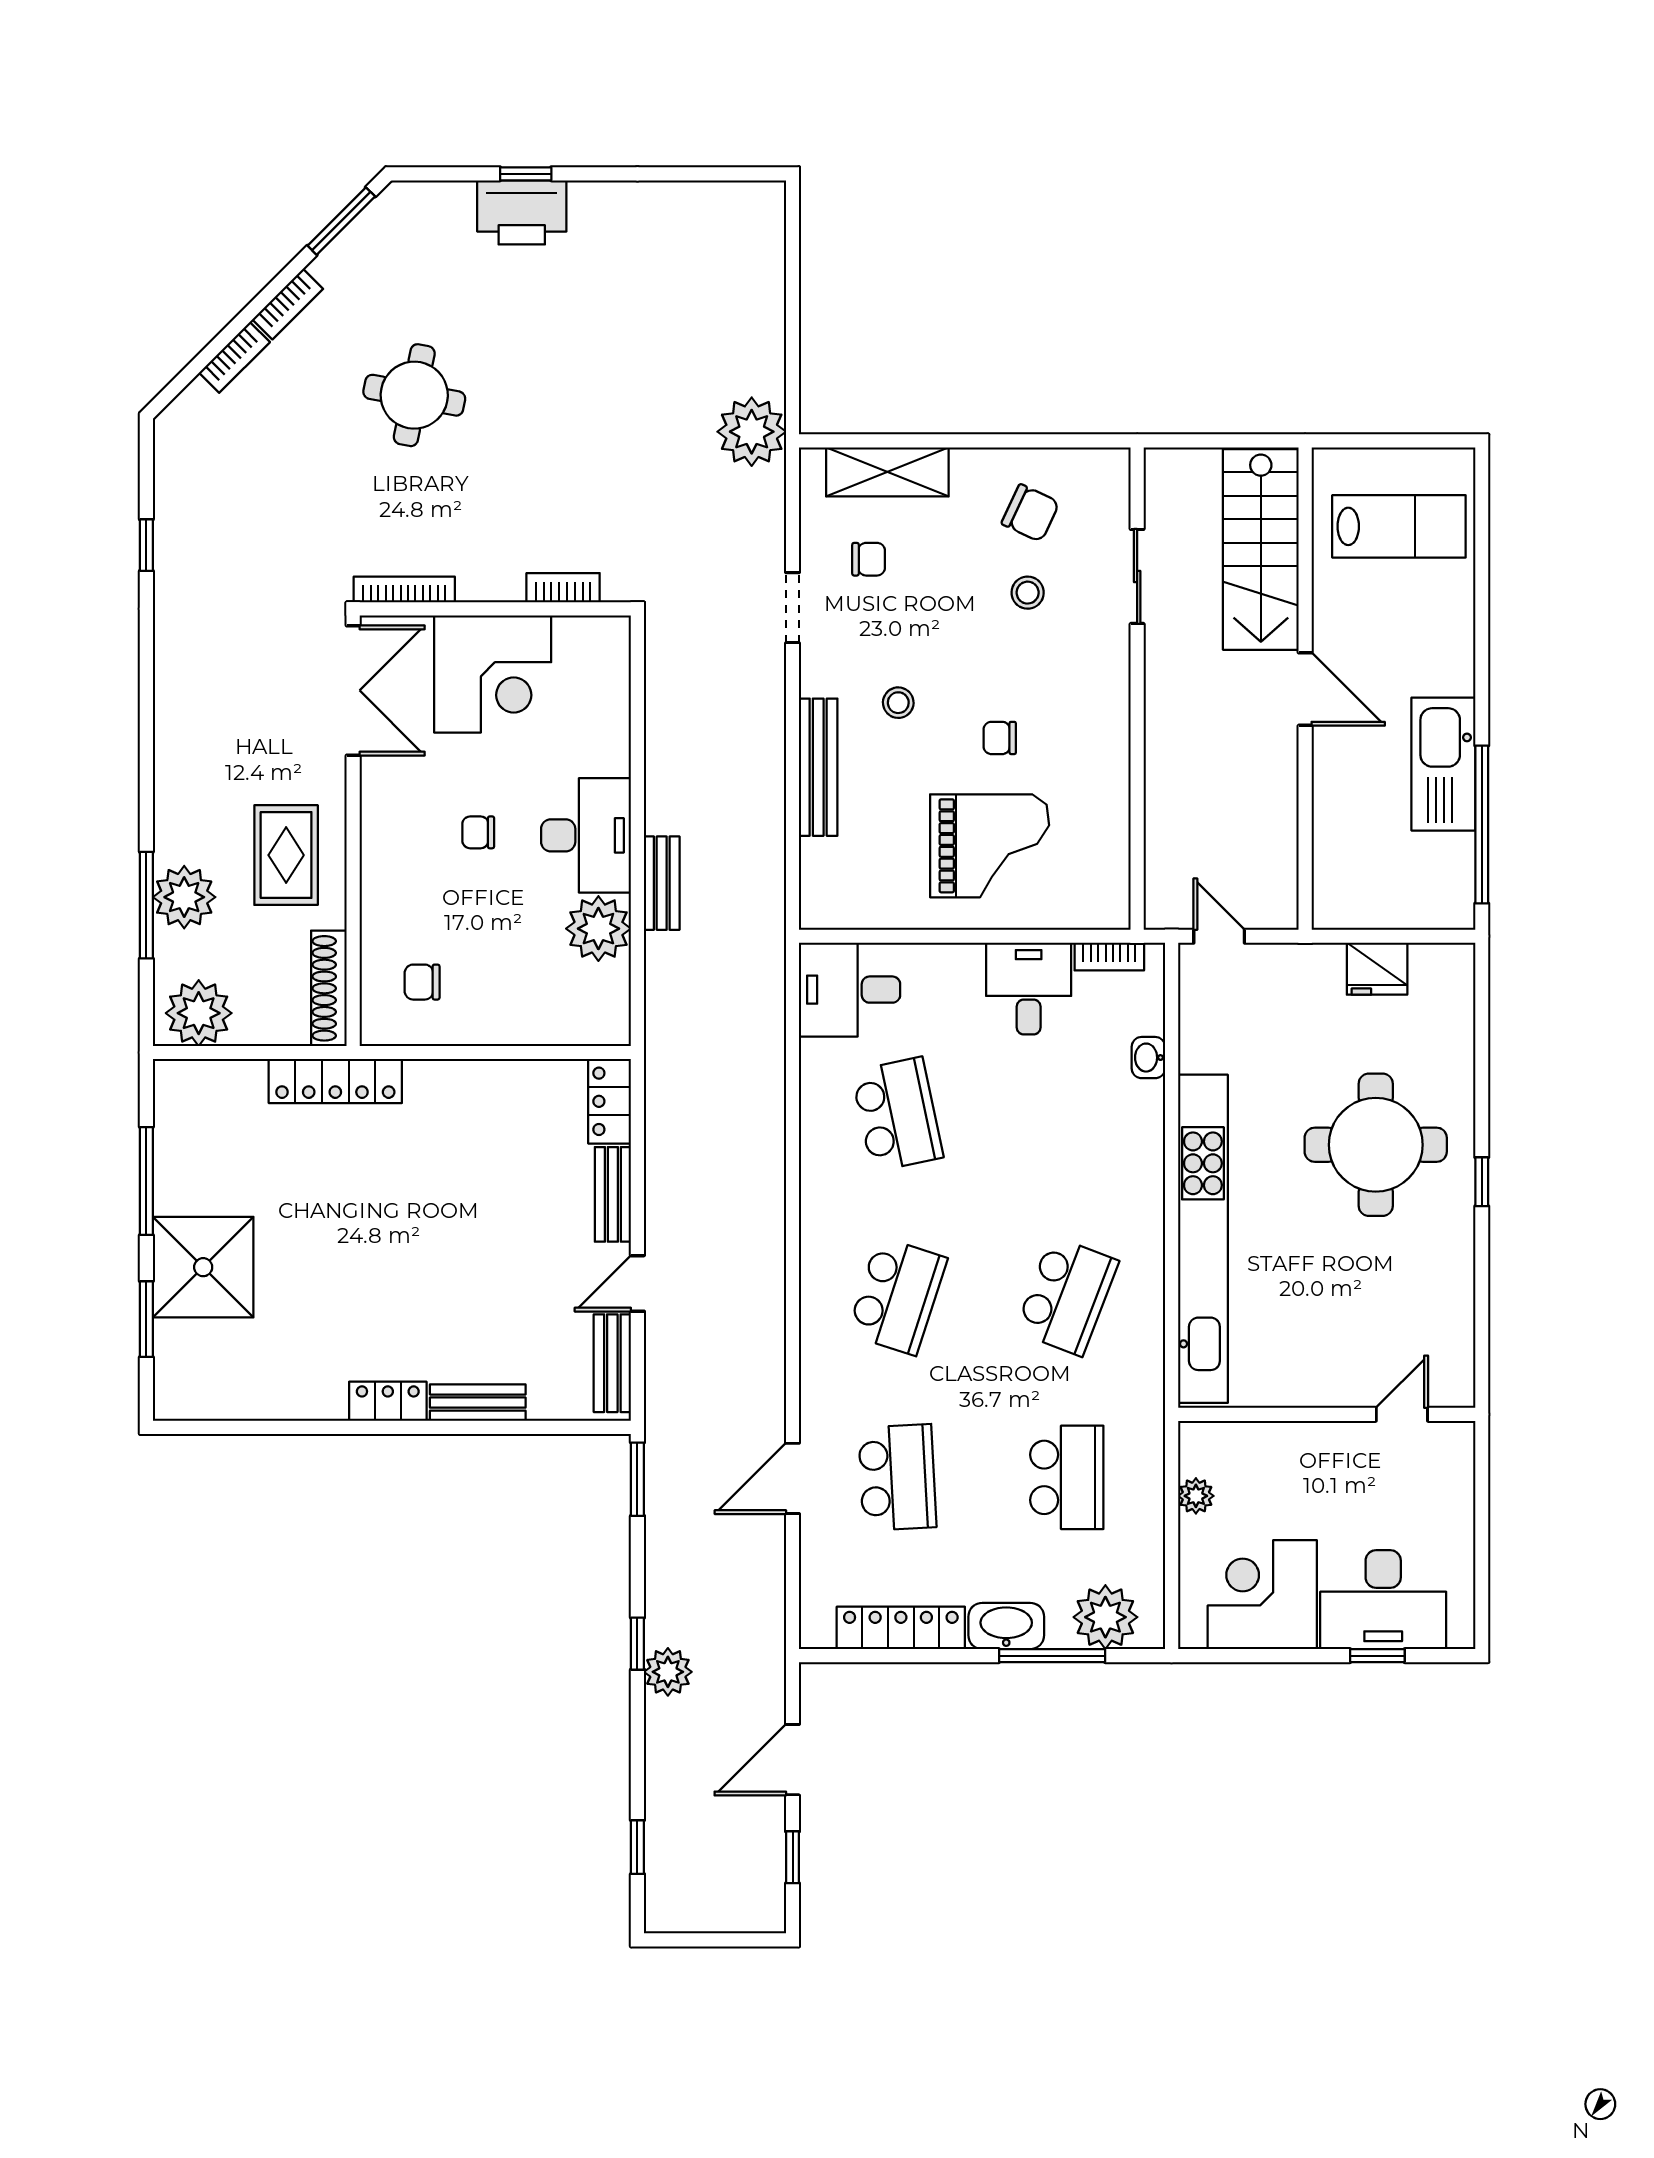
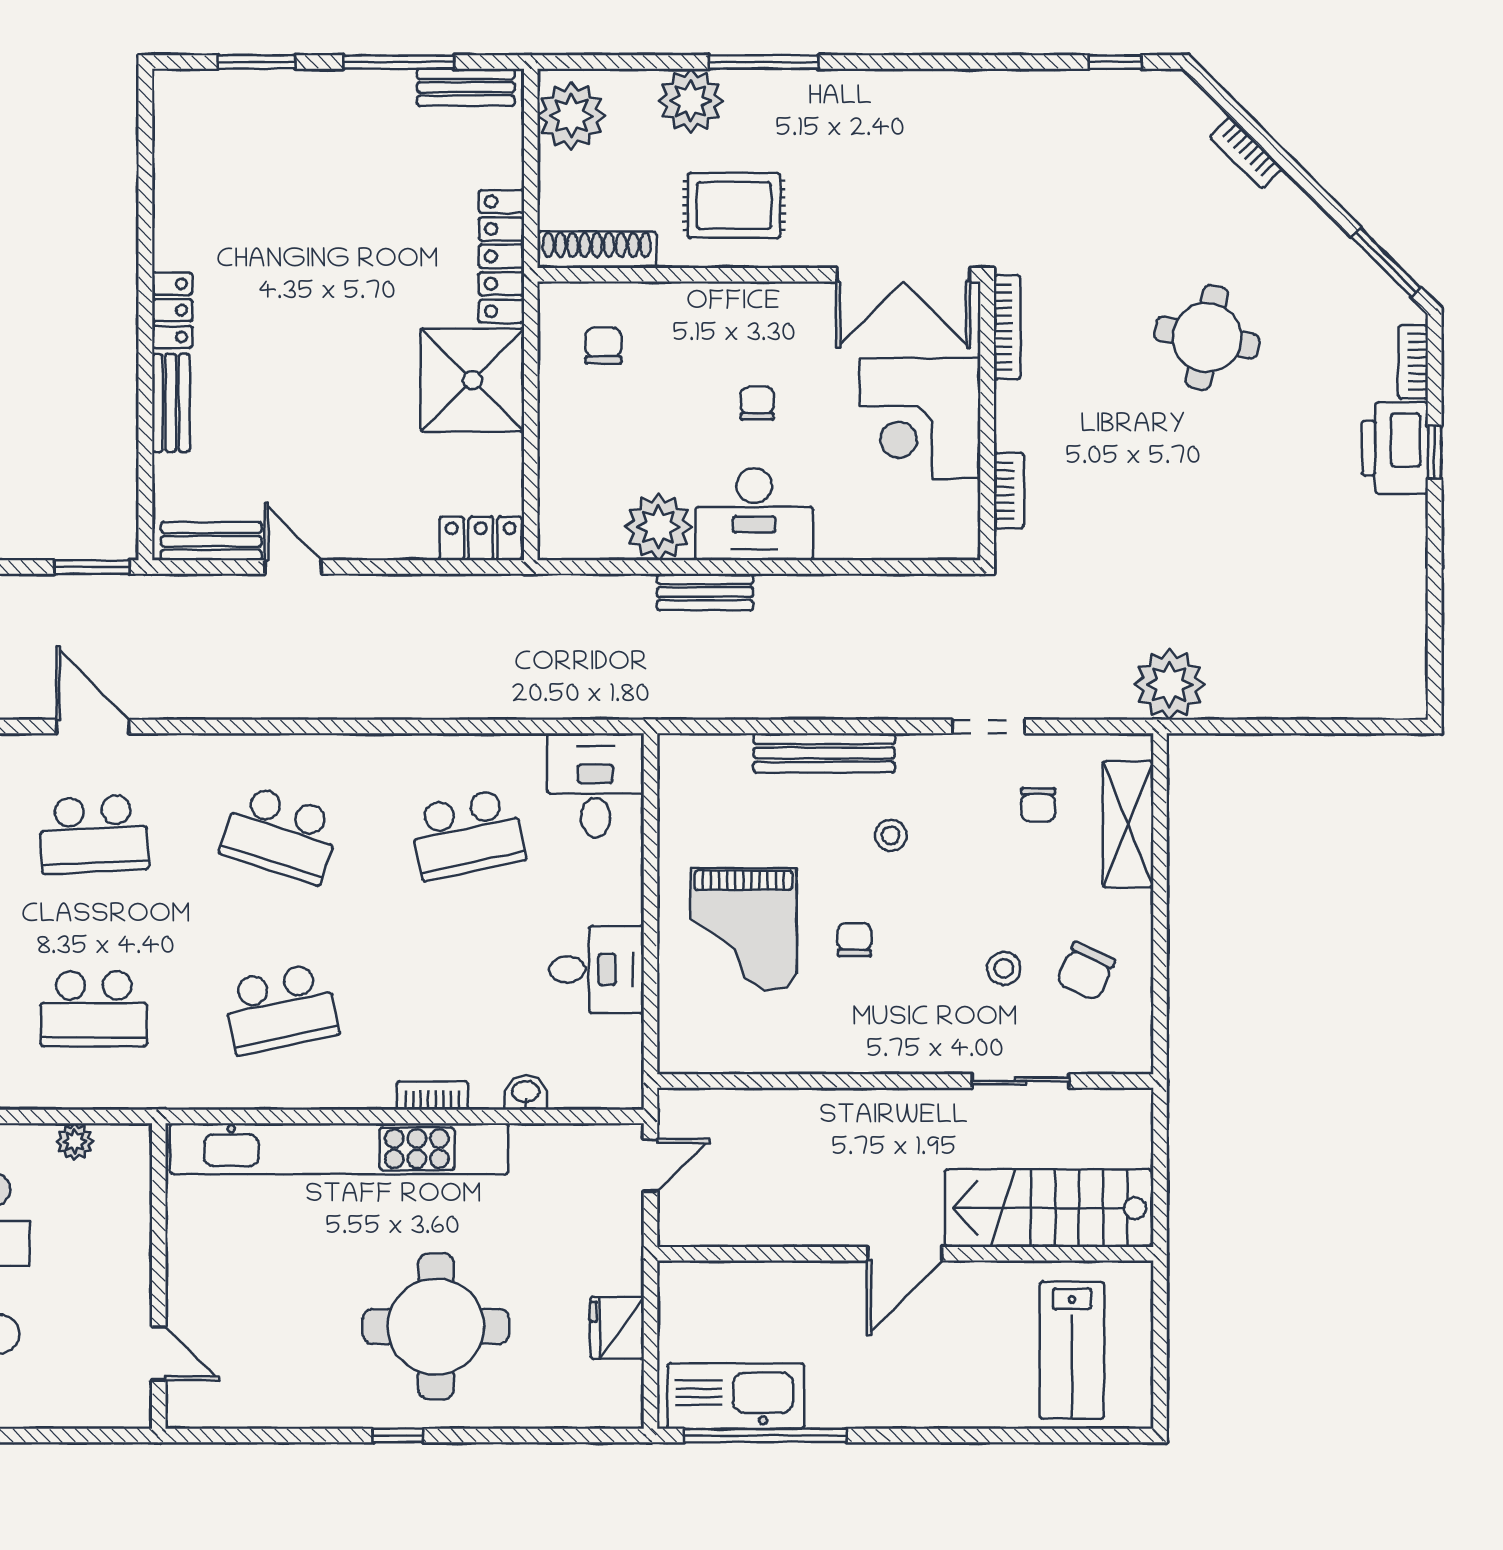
bookcase: (288, 304) -> (1413, 362), moved, turned 45
window: (146, 545) -> (1115, 62), moved
kitchen sink: (1443, 764) -> (736, 1396), moved
window: (146, 905) -> (764, 62), moved
bookcase: (1109, 957) -> (432, 1096), moved, turned 90
bench: (613, 1194) -> (466, 87), moved
shower: (203, 1267) -> (472, 380), moved
school desk: (1067, 1296) -> (280, 1009), turned -33

